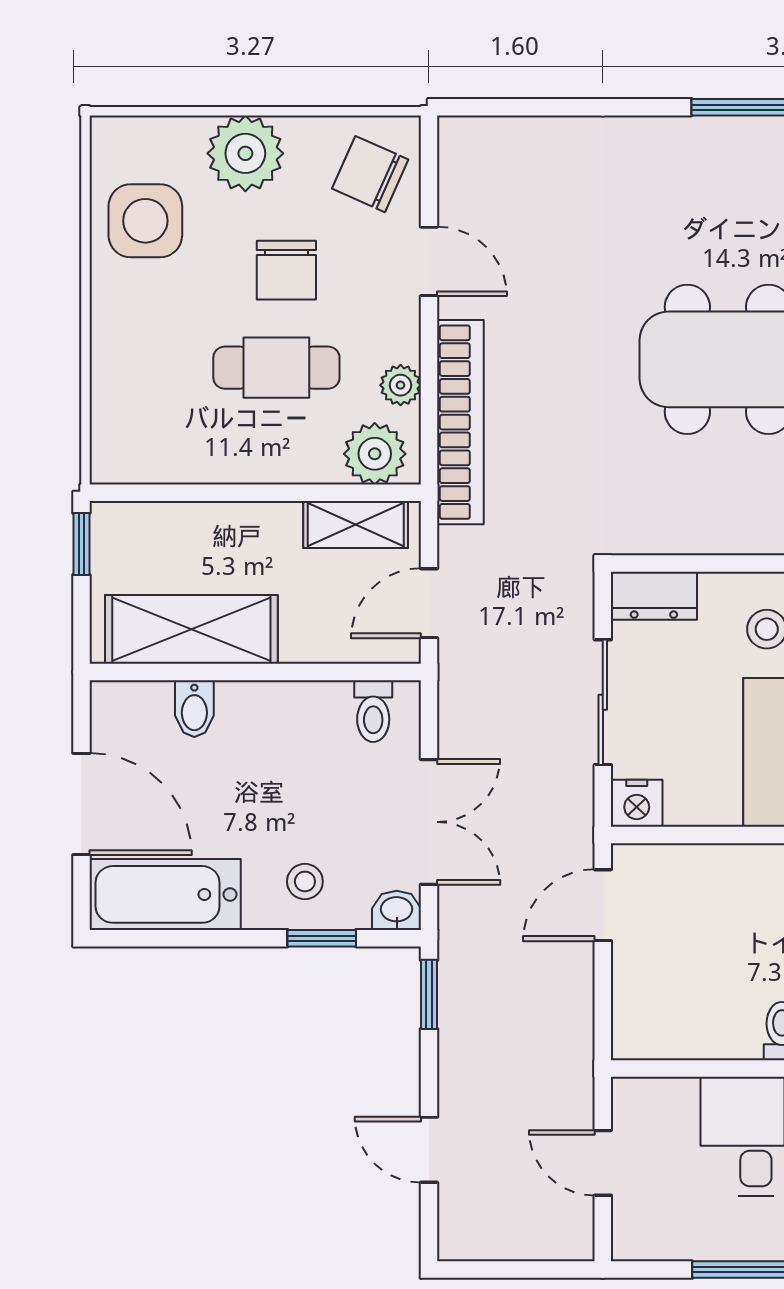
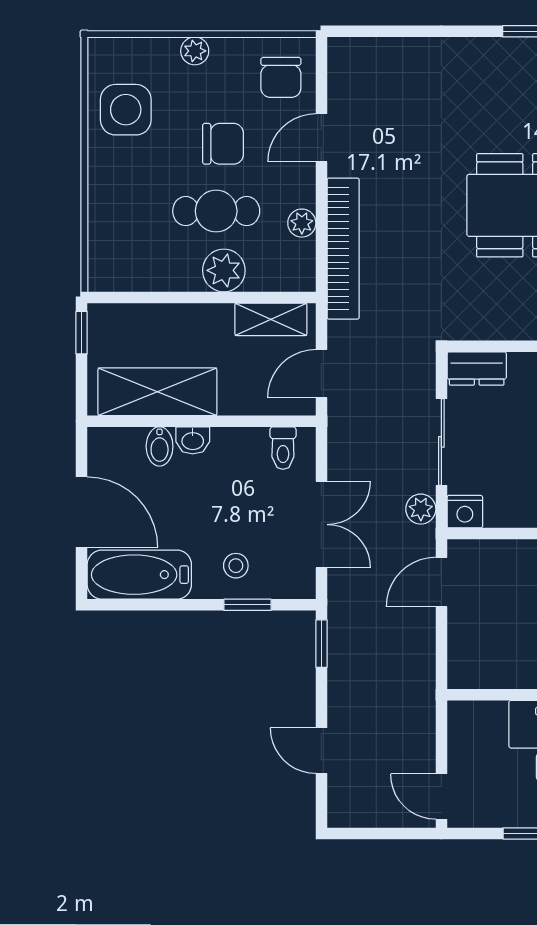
plant: (245, 153) -> (195, 51), width x0.53, depth x0.53
chair: (370, 174) -> (281, 77), turned -114
door: (429, 261) -> (321, 138), swing flipped
chair: (286, 270) -> (223, 144), turned -90
plant: (375, 454) -> (224, 270), moved
plant: (573, 799) -> (421, 509), added
washbasin: (397, 910) -> (193, 440), moved, turned 180
door: (603, 1163) -> (441, 797), moved

